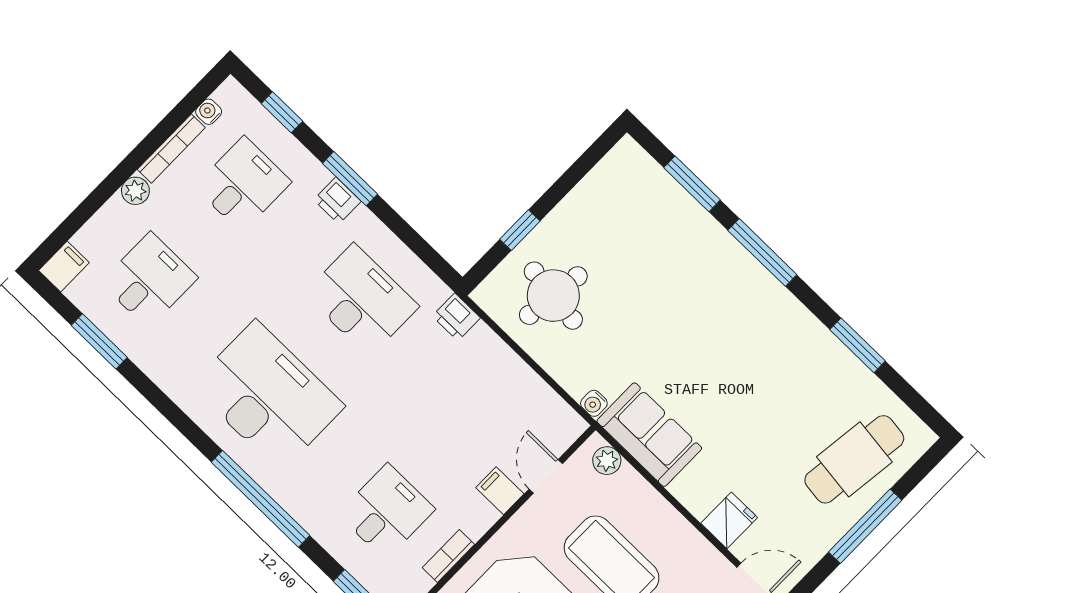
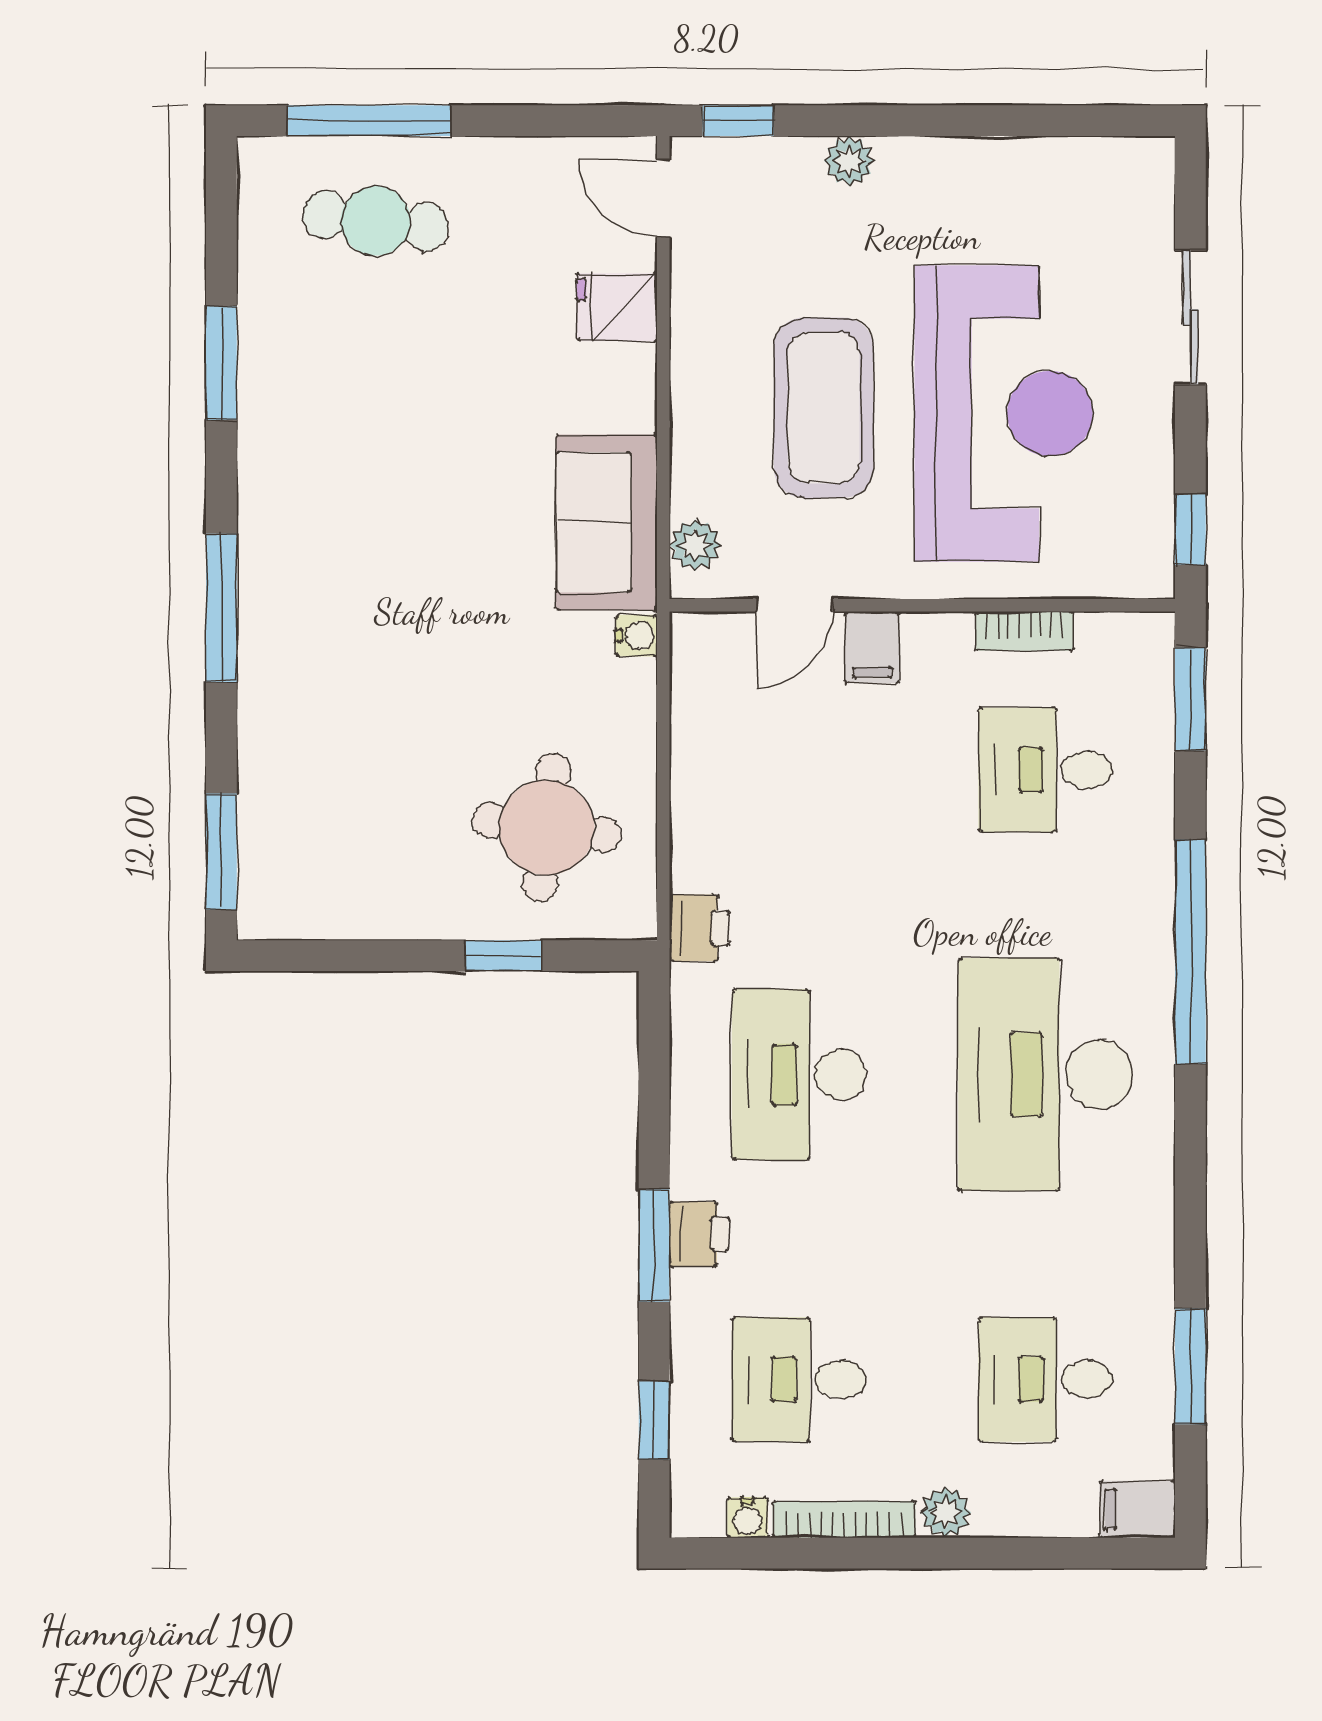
window: (692, 184) -> (221, 852), moved
cafe table: (854, 459) -> (376, 221), width x0.73, depth x0.74
window: (865, 526) -> (369, 121), moved

